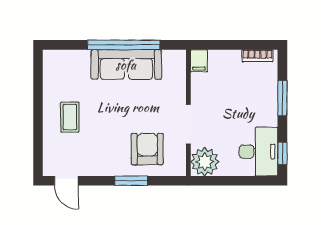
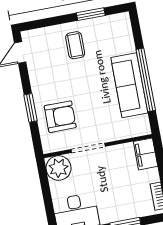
filing cabinet: (199, 61) -> (146, 154), width x2.00
window: (38, 93) -> (91, 14), added
coffee table: (70, 117) -> (75, 45), turned 90

